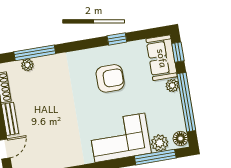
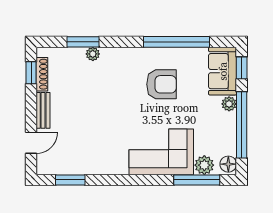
window: (117, 39) -> (177, 42), width x3.17
window: (35, 53) -> (83, 42), width x0.69
plant: (27, 65) -> (93, 54), moved

